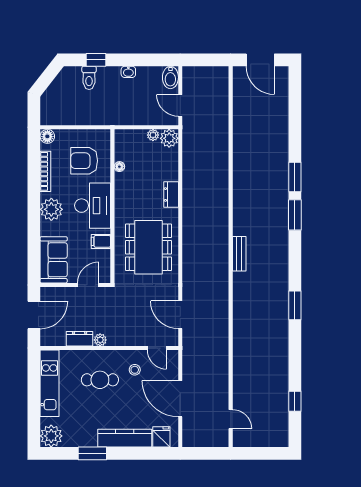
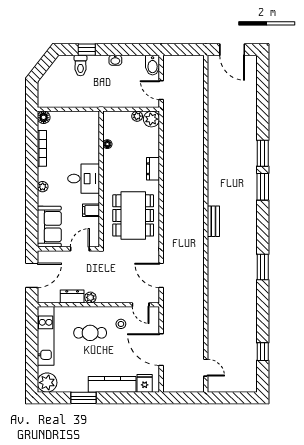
armchair: (84, 161) -> (76, 139), removed
desk: (93, 206) -> (84, 179), width x0.73
plant: (51, 209) -> (43, 187), width x0.53, depth x0.53

